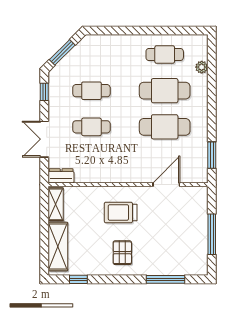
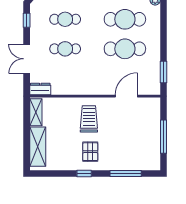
trolley: (121, 212) -> (89, 119), turned 90
window: (78, 279) -> (84, 174), moved

